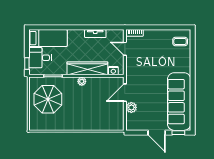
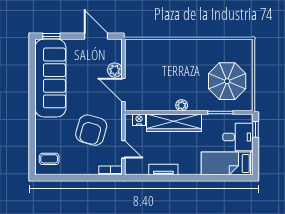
armchair: (149, 63) -> (91, 130), added
door: (125, 93) -> (123, 90), swing flipped
door: (157, 133) -> (96, 36), moved

